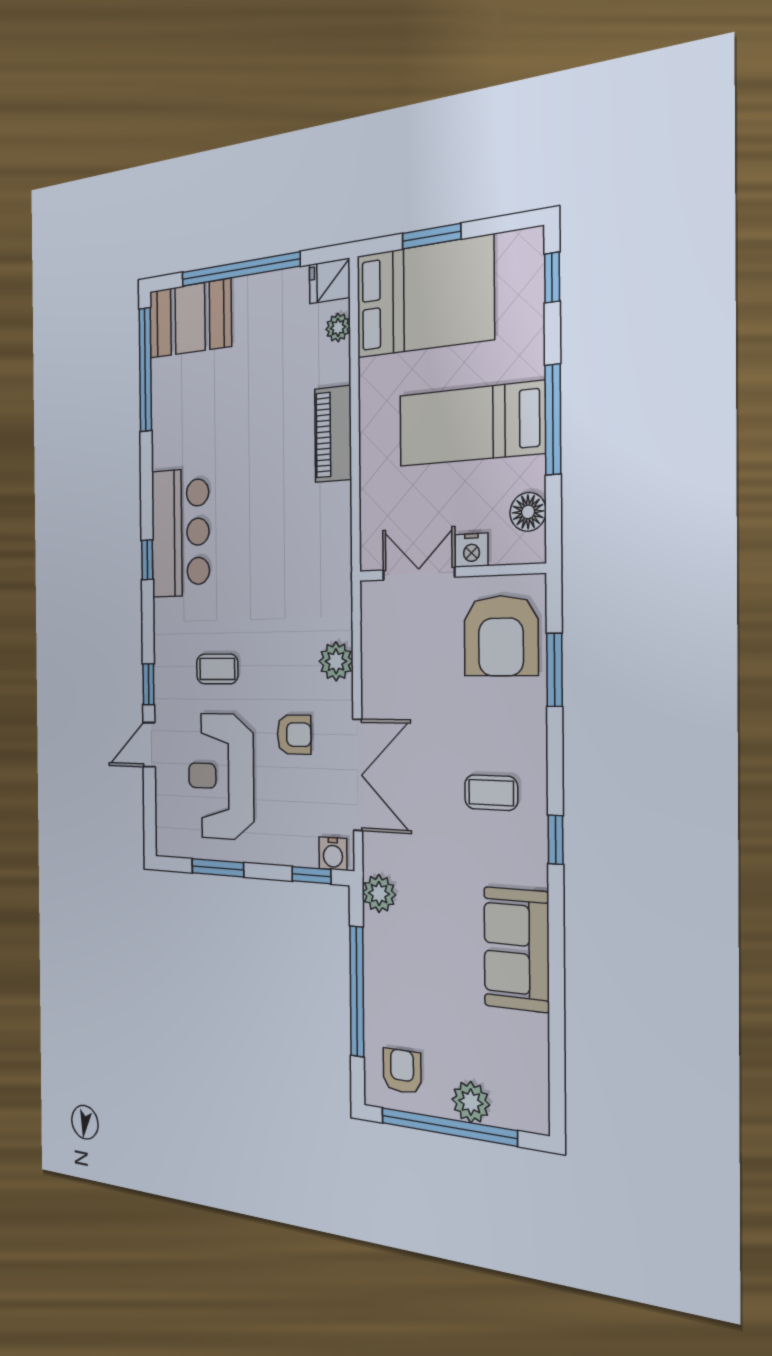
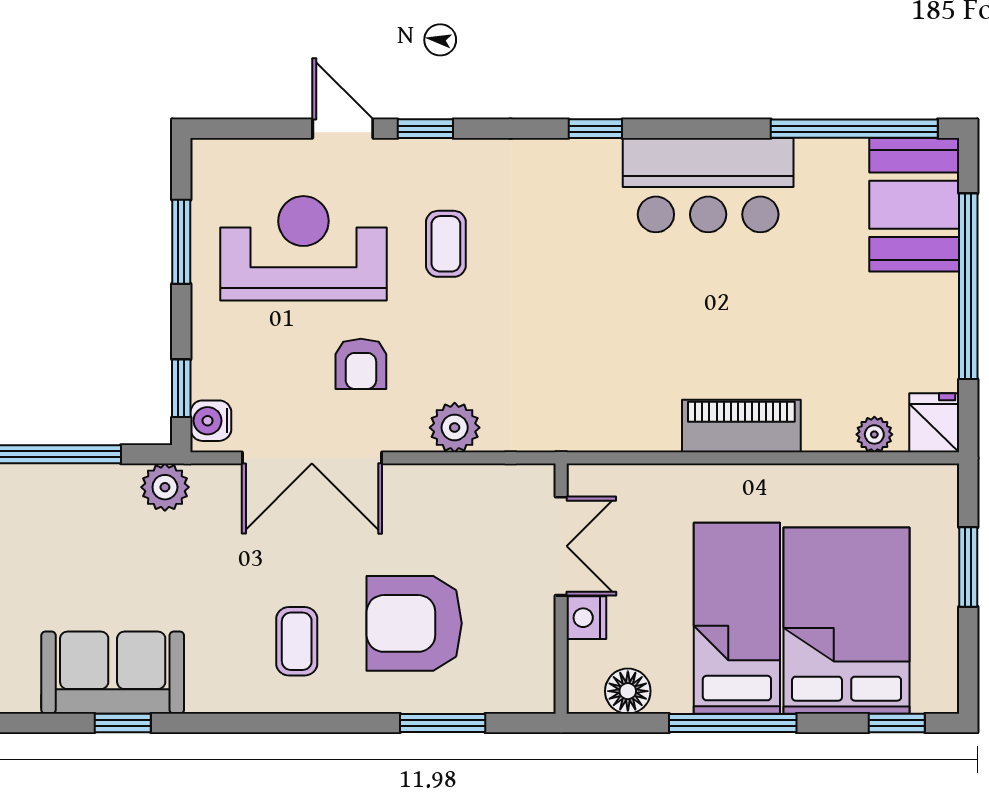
bed: (424, 297) -> (847, 621), moved, turned 180
bar counter: (180, 533) -> (708, 185), moved
armchair: (501, 636) -> (414, 623), moved
window: (556, 840) -> (123, 723), moved

